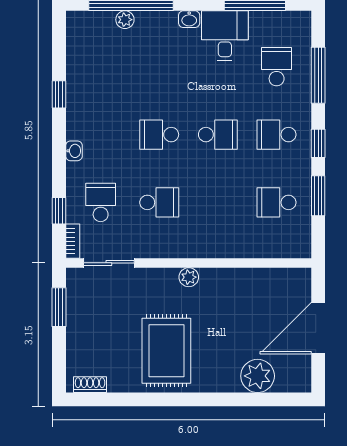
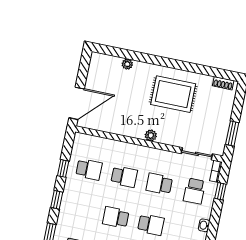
school desk: (277, 135) -> (124, 177), moved
window: (318, 196) -> (63, 168), width x0.67
door: (318, 328) -> (77, 103), moved
rug: (166, 351) -> (173, 94), turned 90
plant: (258, 376) -> (127, 64), width x0.53, depth x0.53

